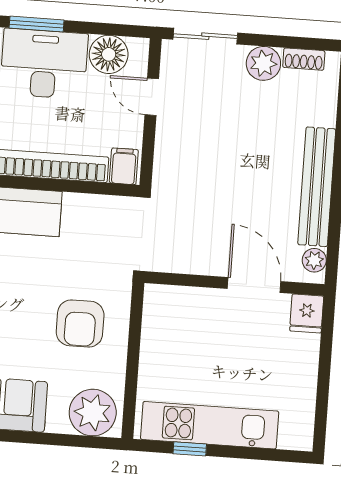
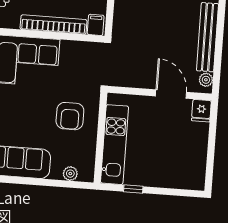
plant: (93, 413) -> (70, 174), width x0.53, depth x0.53
kitchen unit: (210, 425) -> (115, 145), moved, turned 90

